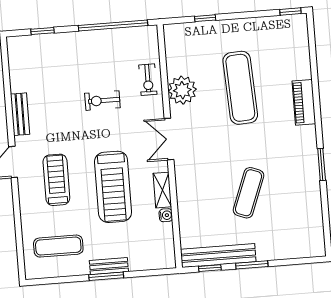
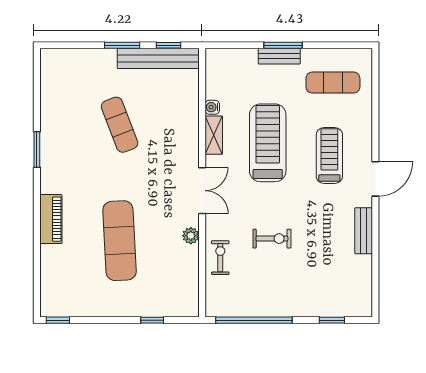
plant: (182, 90) -> (191, 236), width x0.53, depth x0.53
treadmill: (56, 180) -> (329, 155), turned 180
exercise mat: (249, 193) -> (120, 125), turned -42

